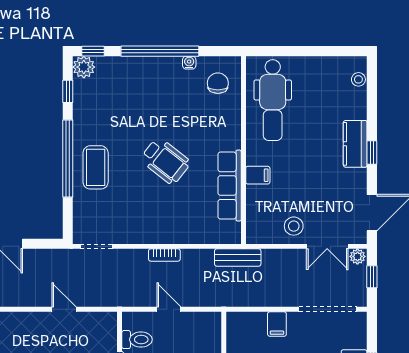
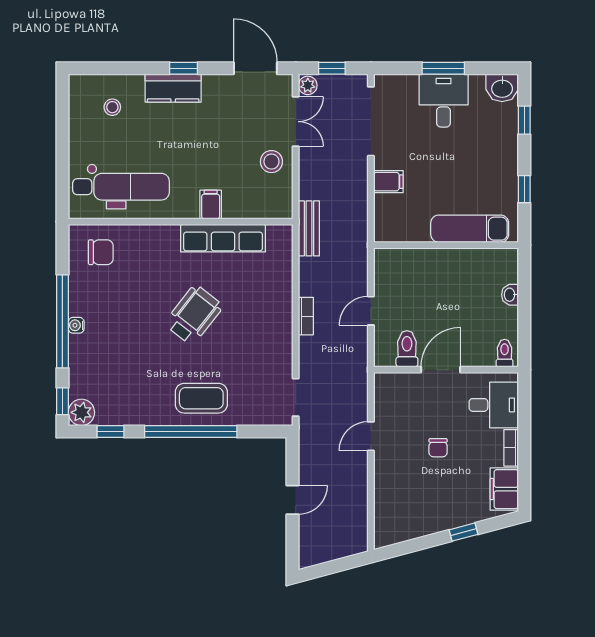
water cooler: (189, 63) -> (76, 325), moved
stool: (358, 79) -> (112, 107), moved
chair: (218, 83) -> (101, 252), turned 180

